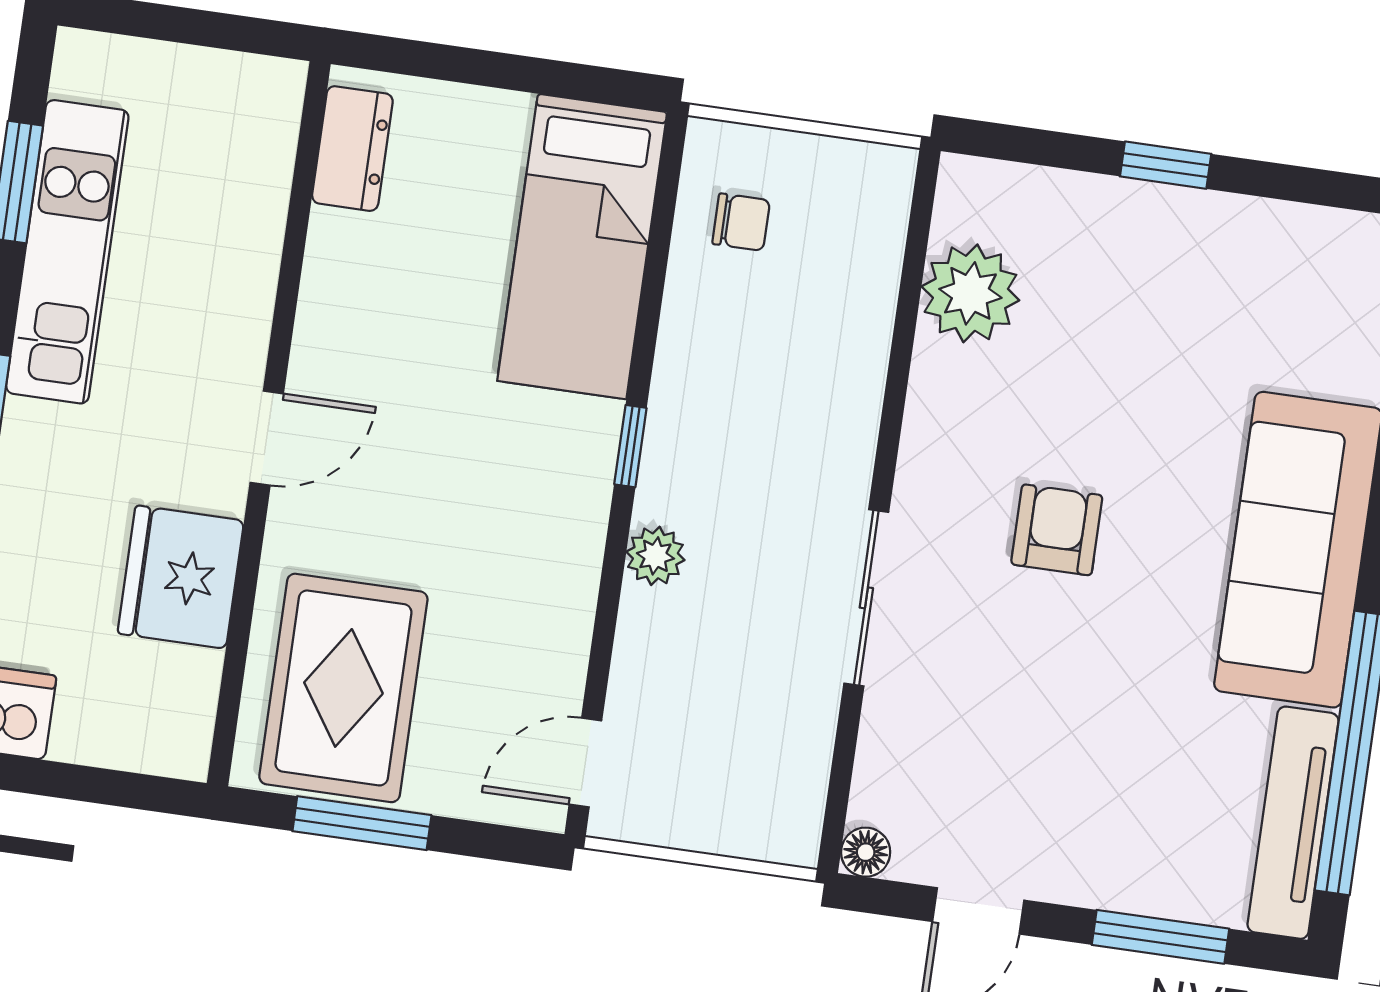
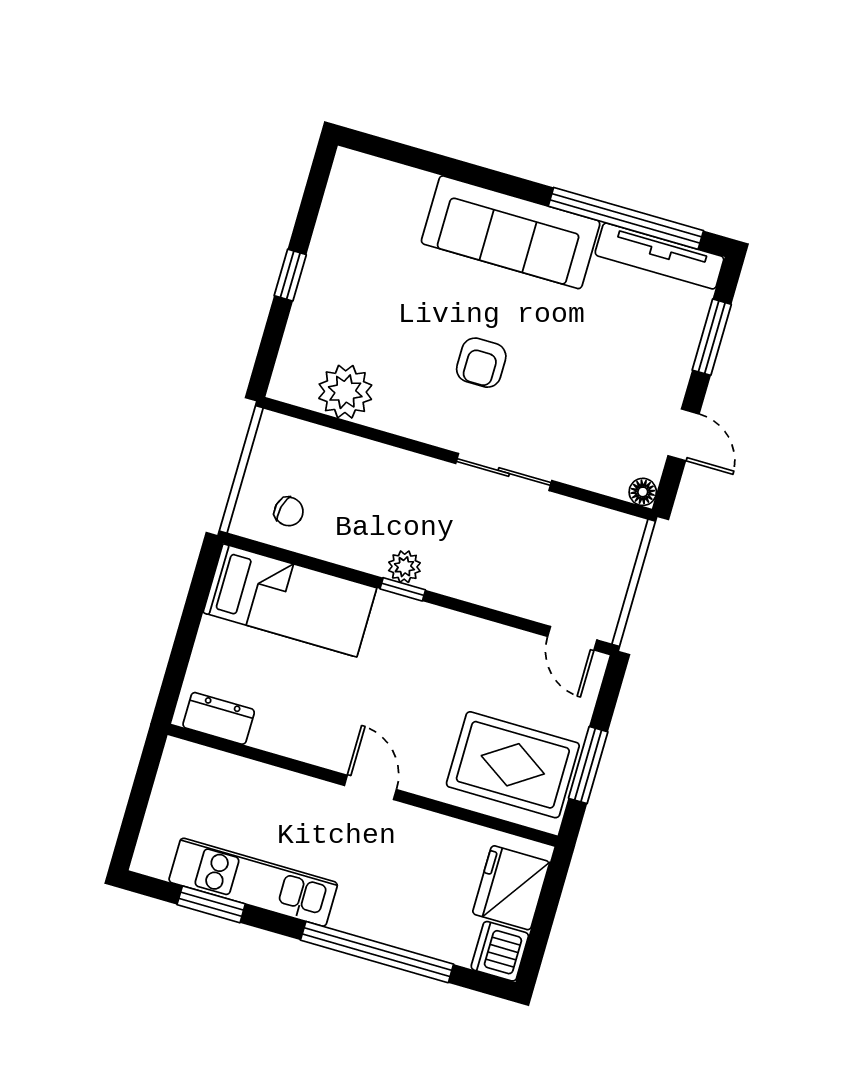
chair: (741, 222) -> (289, 512), turned 103
armchair: (1057, 530) -> (481, 363), turned -90
plant: (655, 556) -> (404, 567), moved
fridge: (181, 577) -> (511, 888), moved, turned 90

